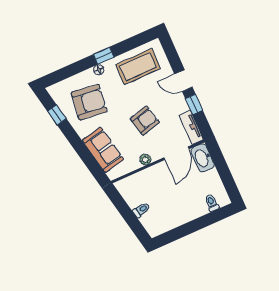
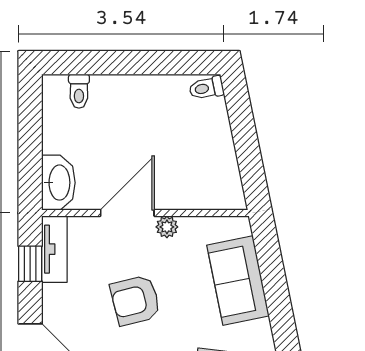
window: (194, 104) -> (30, 264), moved
door: (176, 153) -> (127, 213), moved
toilet: (141, 210) -> (206, 88), moved

